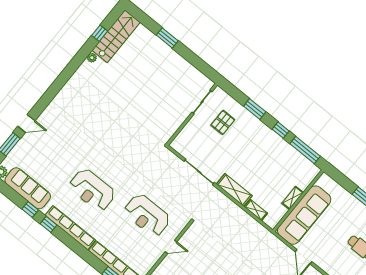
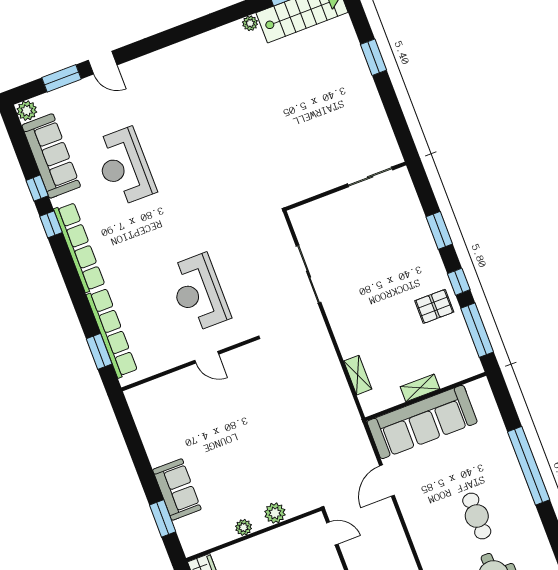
pallet: (223, 122) -> (434, 306), moved
reception desk: (92, 190) -> (124, 167), moved
shelving: (234, 190) -> (344, 329), removed

